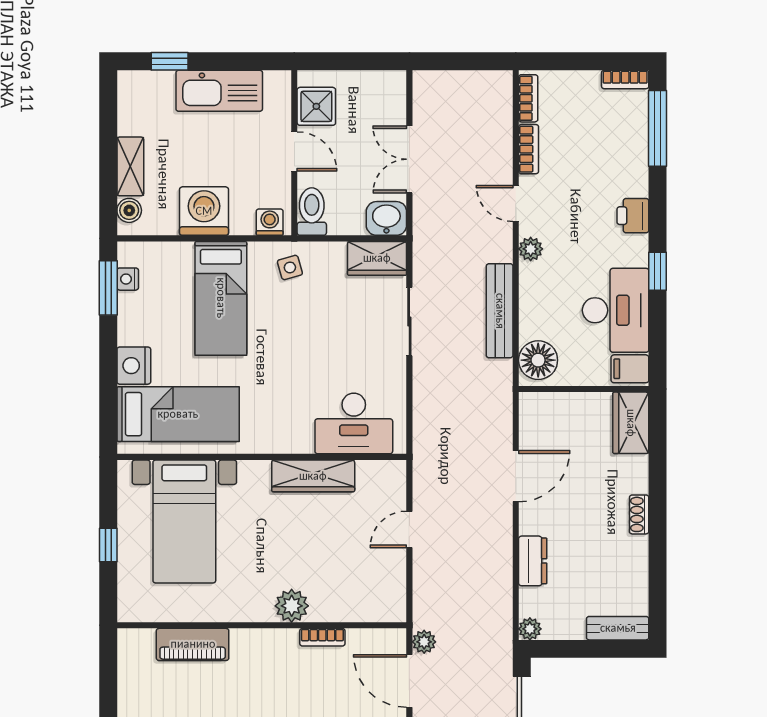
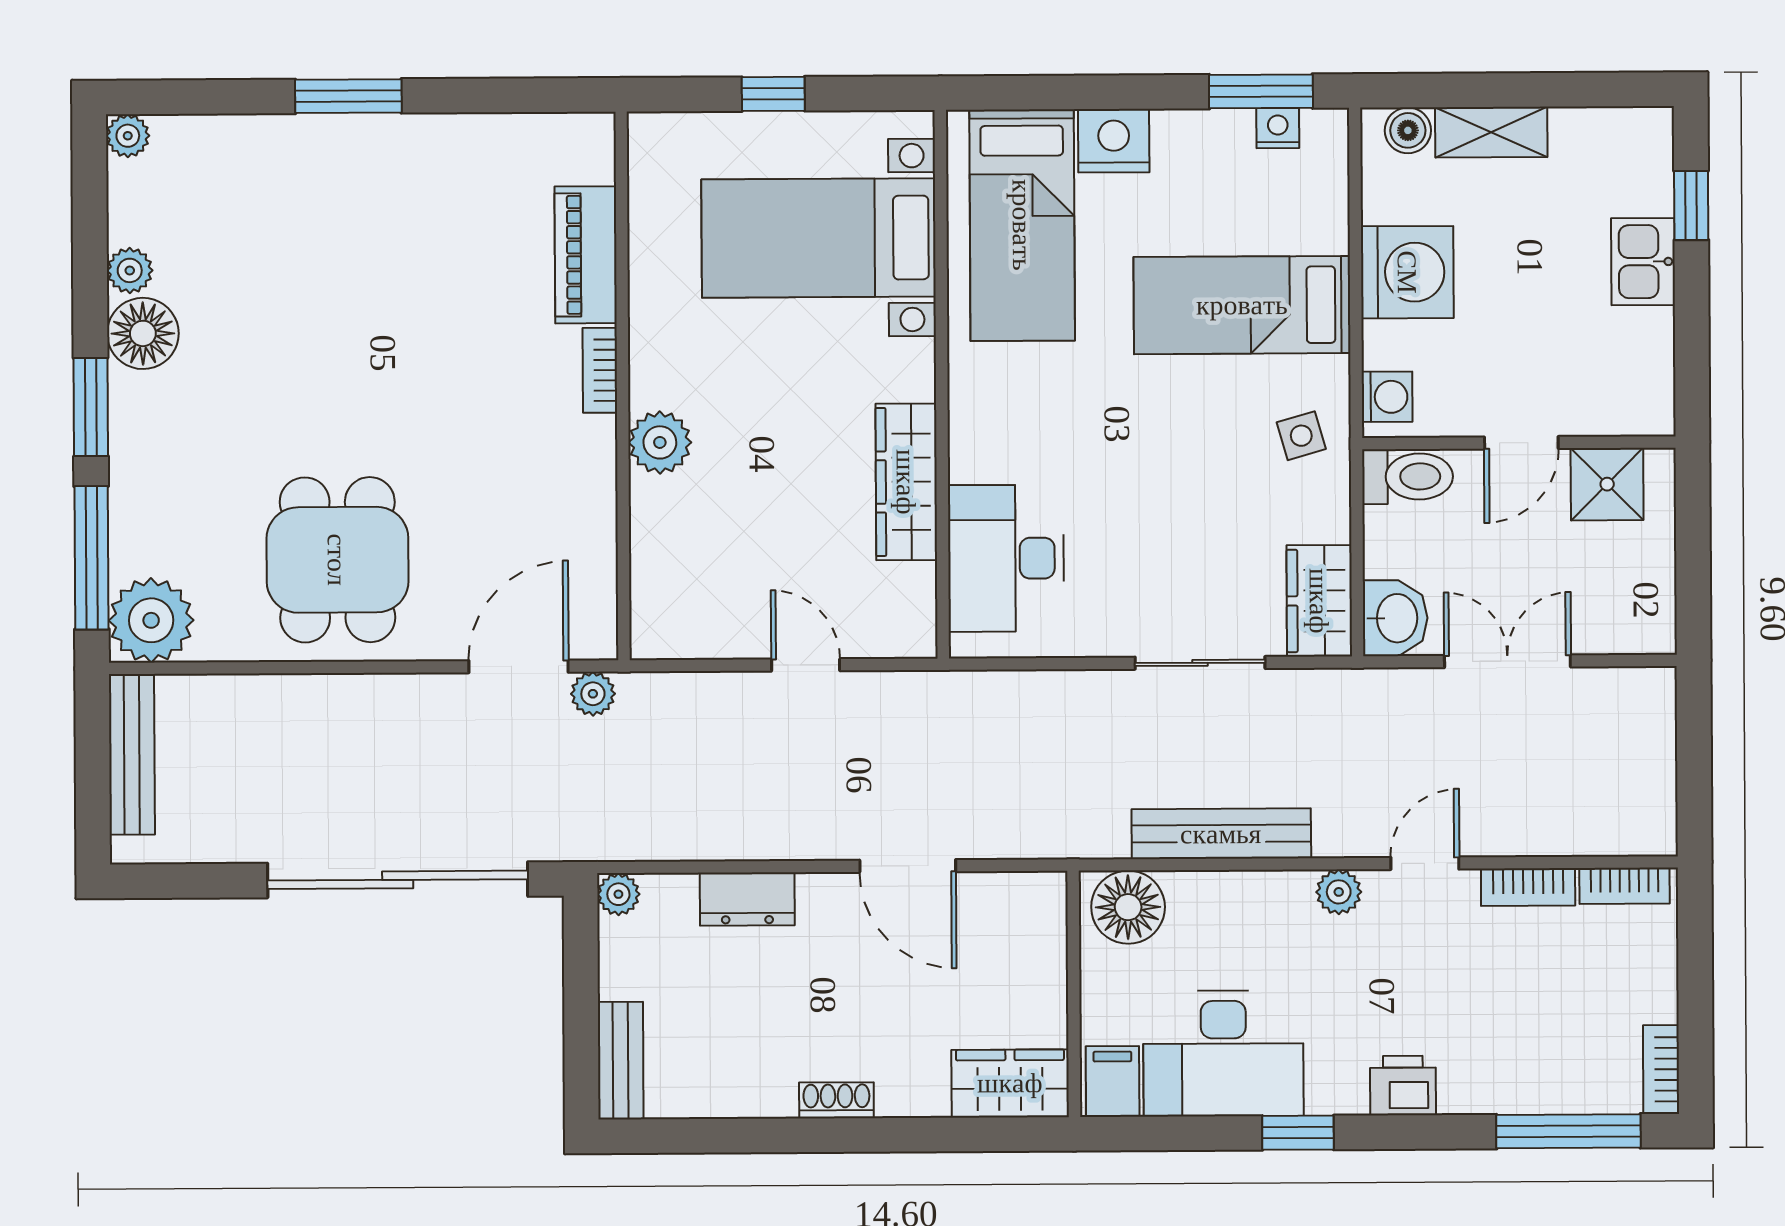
kitchen sink: (219, 91) -> (1643, 262), width x0.53, depth x0.81
bookcase: (322, 637) -> (600, 370), moved

